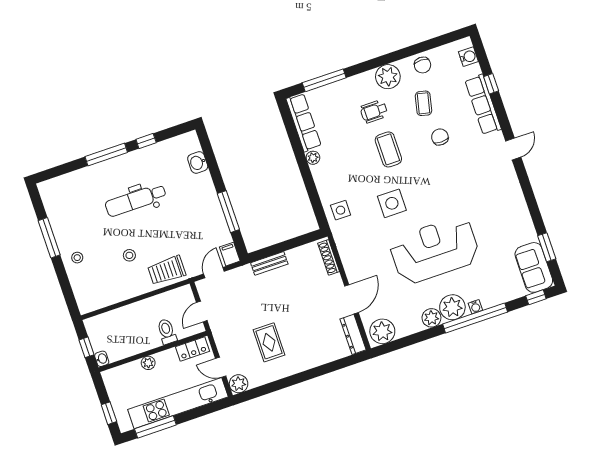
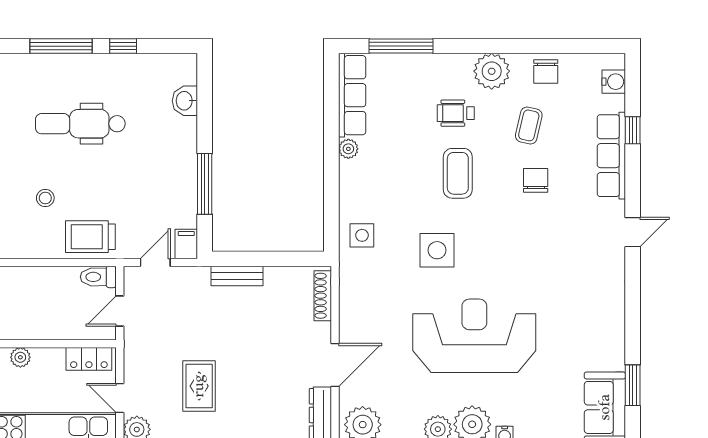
toilet: (167, 331) -> (98, 277), moved, turned -90

